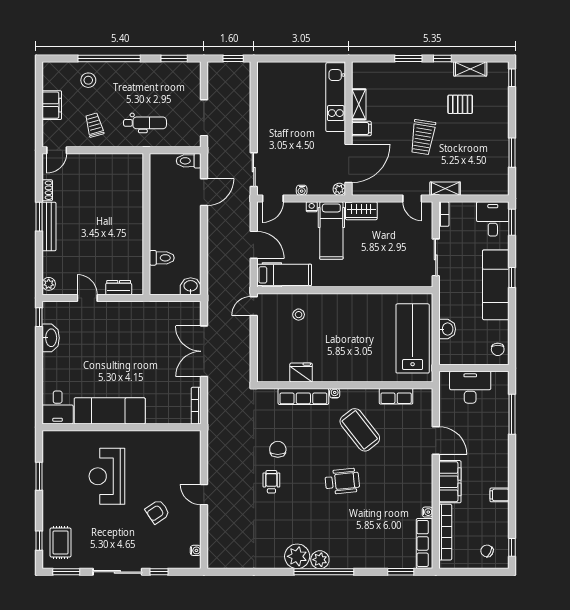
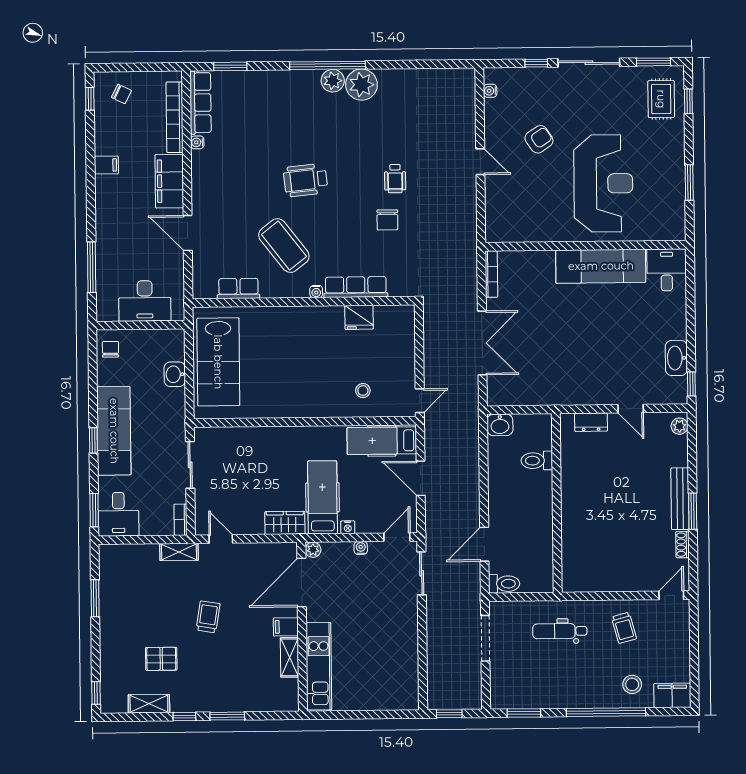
filing cabinet: (52, 105) -> (672, 695), moved, turned 90
trolley: (423, 137) -> (208, 617), width x0.73, depth x0.72
reception desk: (107, 476) -> (603, 183), width x1.36, depth x1.30

